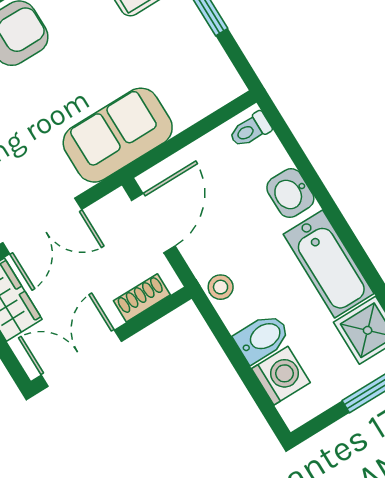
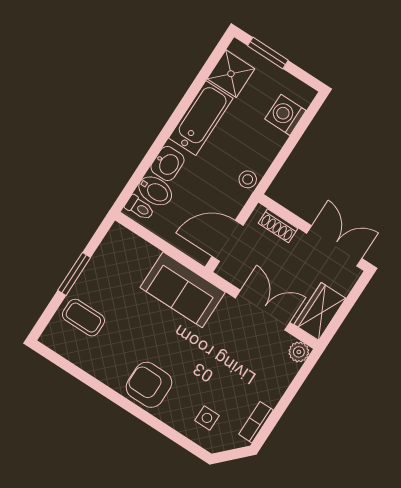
bidet: (262, 338) -> (155, 191), moved, turned 180
double door: (81, 358) -> (334, 246), swing flipped

